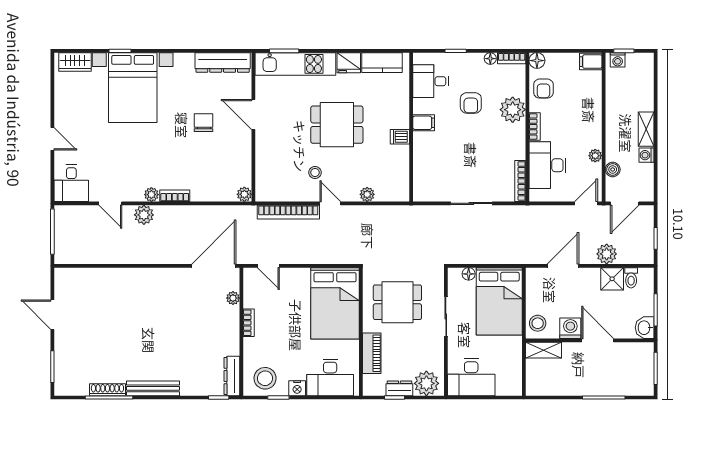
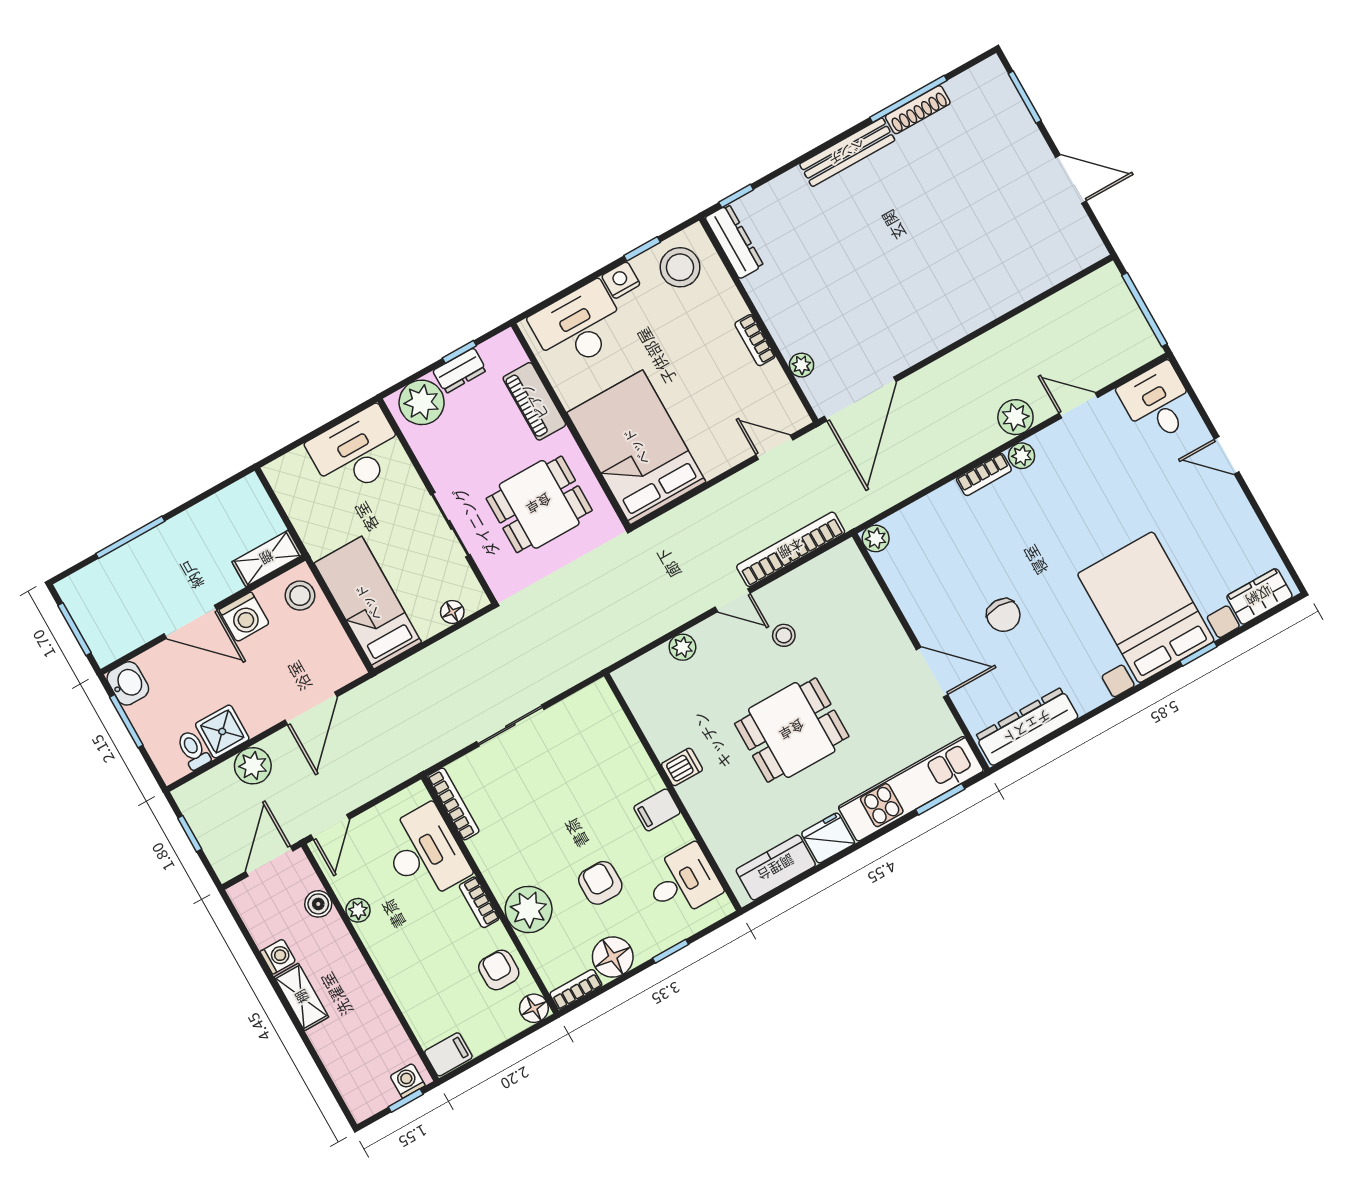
floor lamp: (490, 59) -> (613, 957), width x1.89, depth x1.89
bed: (499, 301) -> (368, 603), width x0.67

